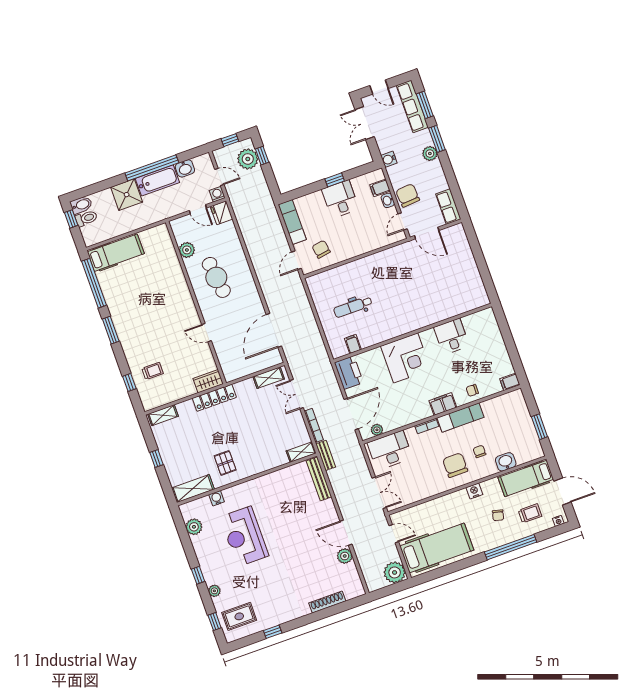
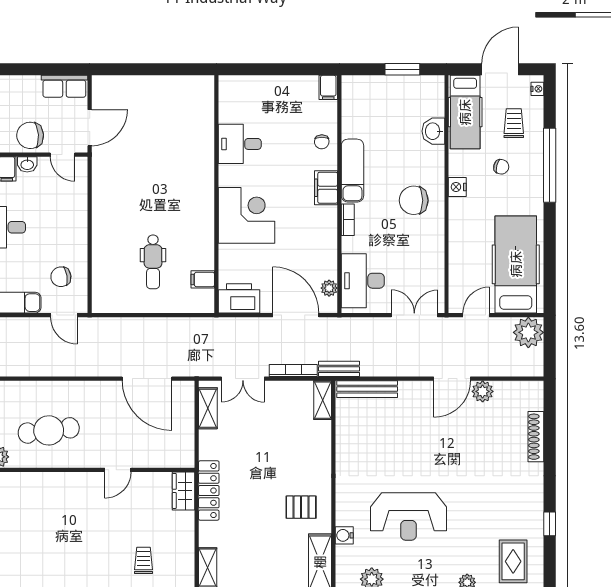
chair: (479, 451) -> (407, 161), removed

